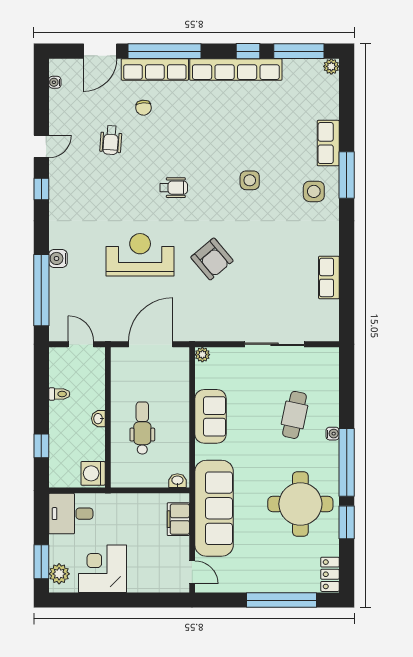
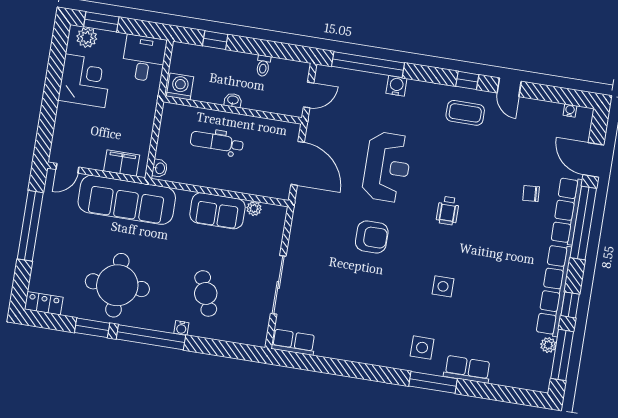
plant: (331, 66) -> (548, 345), moved
wheelchair: (111, 140) -> (504, 156), removed
coffee table: (74, 186) -> (465, 113), added
armchair: (212, 259) -> (372, 237), turned -140
row of seats: (329, 277) -> (293, 342), moved
plant: (202, 355) -> (254, 208), moved
cafe table: (295, 415) -> (206, 293), turned 58
dental chair: (142, 428) -> (217, 142), turned 180
window: (282, 600) -> (30, 226), moved

